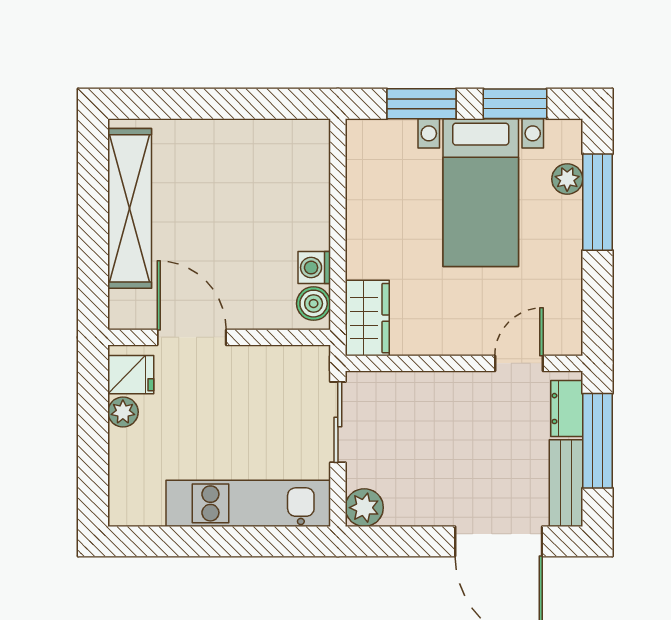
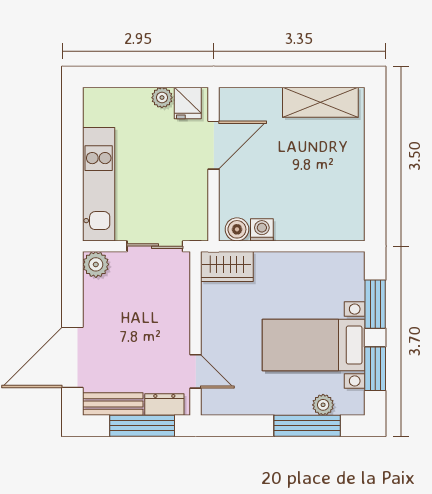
shelving: (130, 208) -> (320, 102), width x0.68

